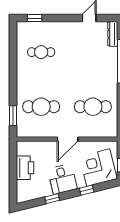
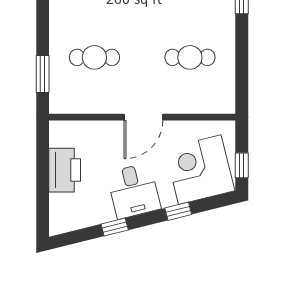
cafe table: (41, 107) -> (94, 57), width x0.73, depth x0.74
cafe table: (93, 107) -> (190, 57), width x0.73, depth x0.74

